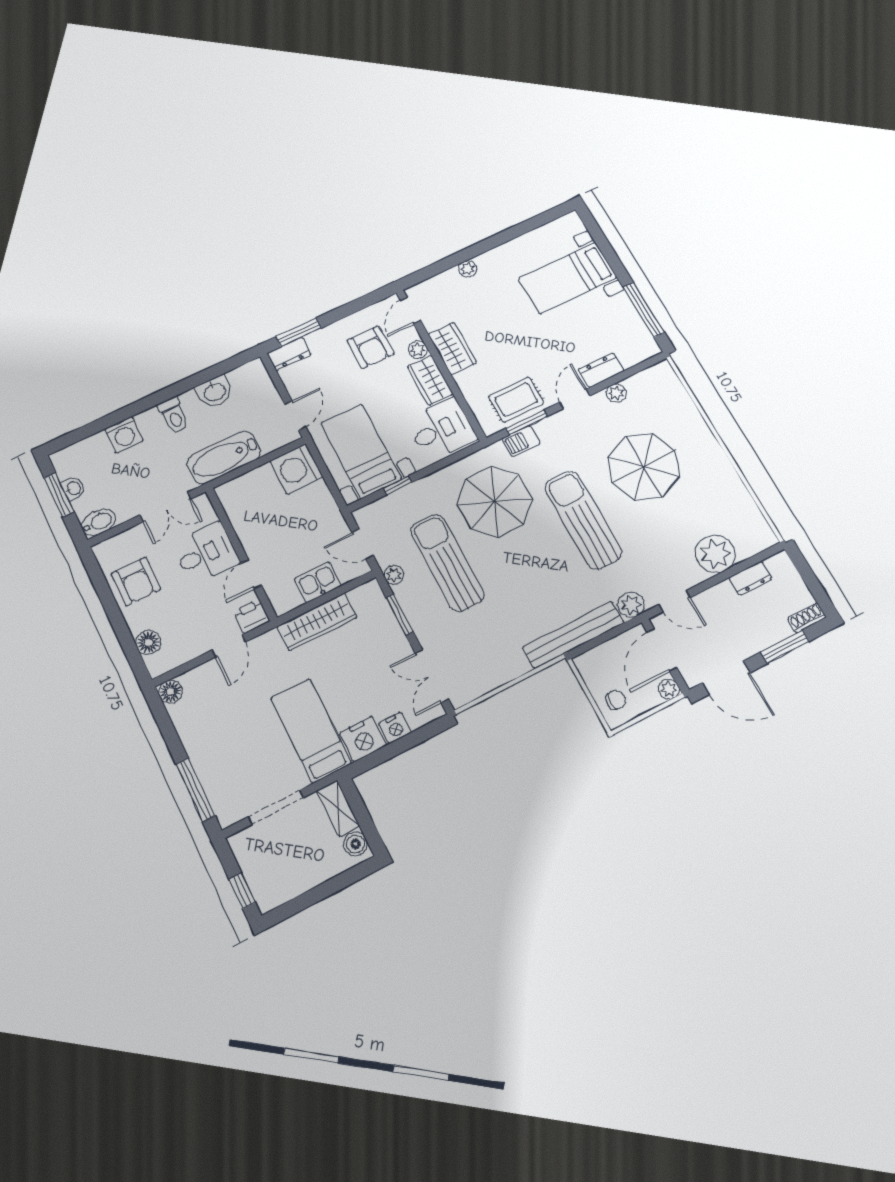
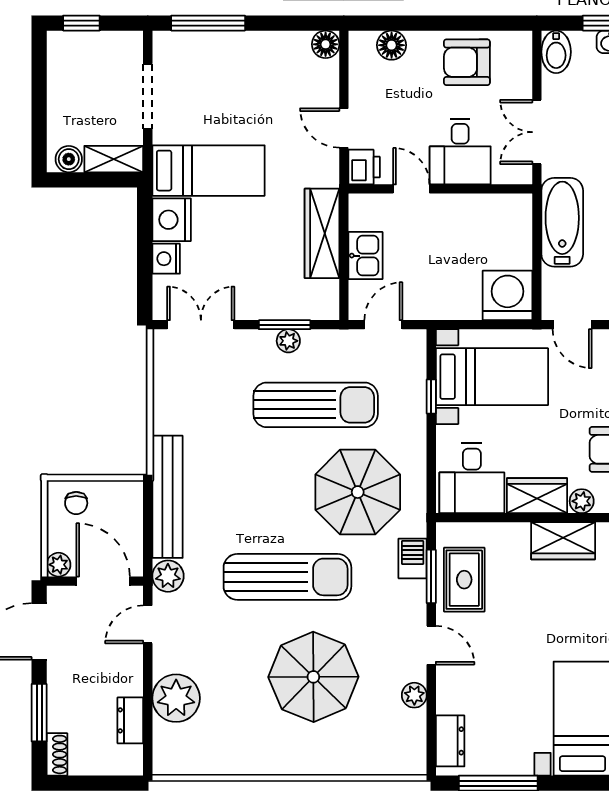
dresser: (601, 370) -> (450, 741), moved
plant: (394, 575) -> (288, 341), moved

